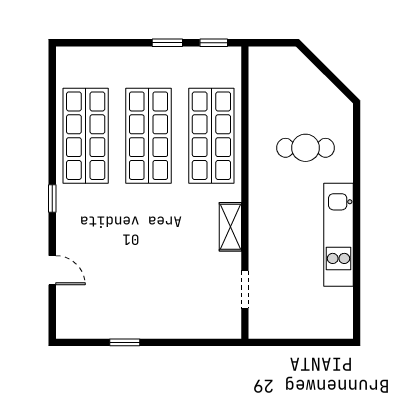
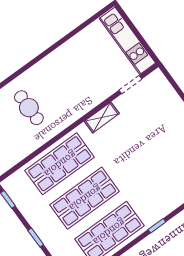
window: (167, 43) -> (36, 238), moved
kitchen unit: (338, 235) -> (127, 41), moved, turned 90

